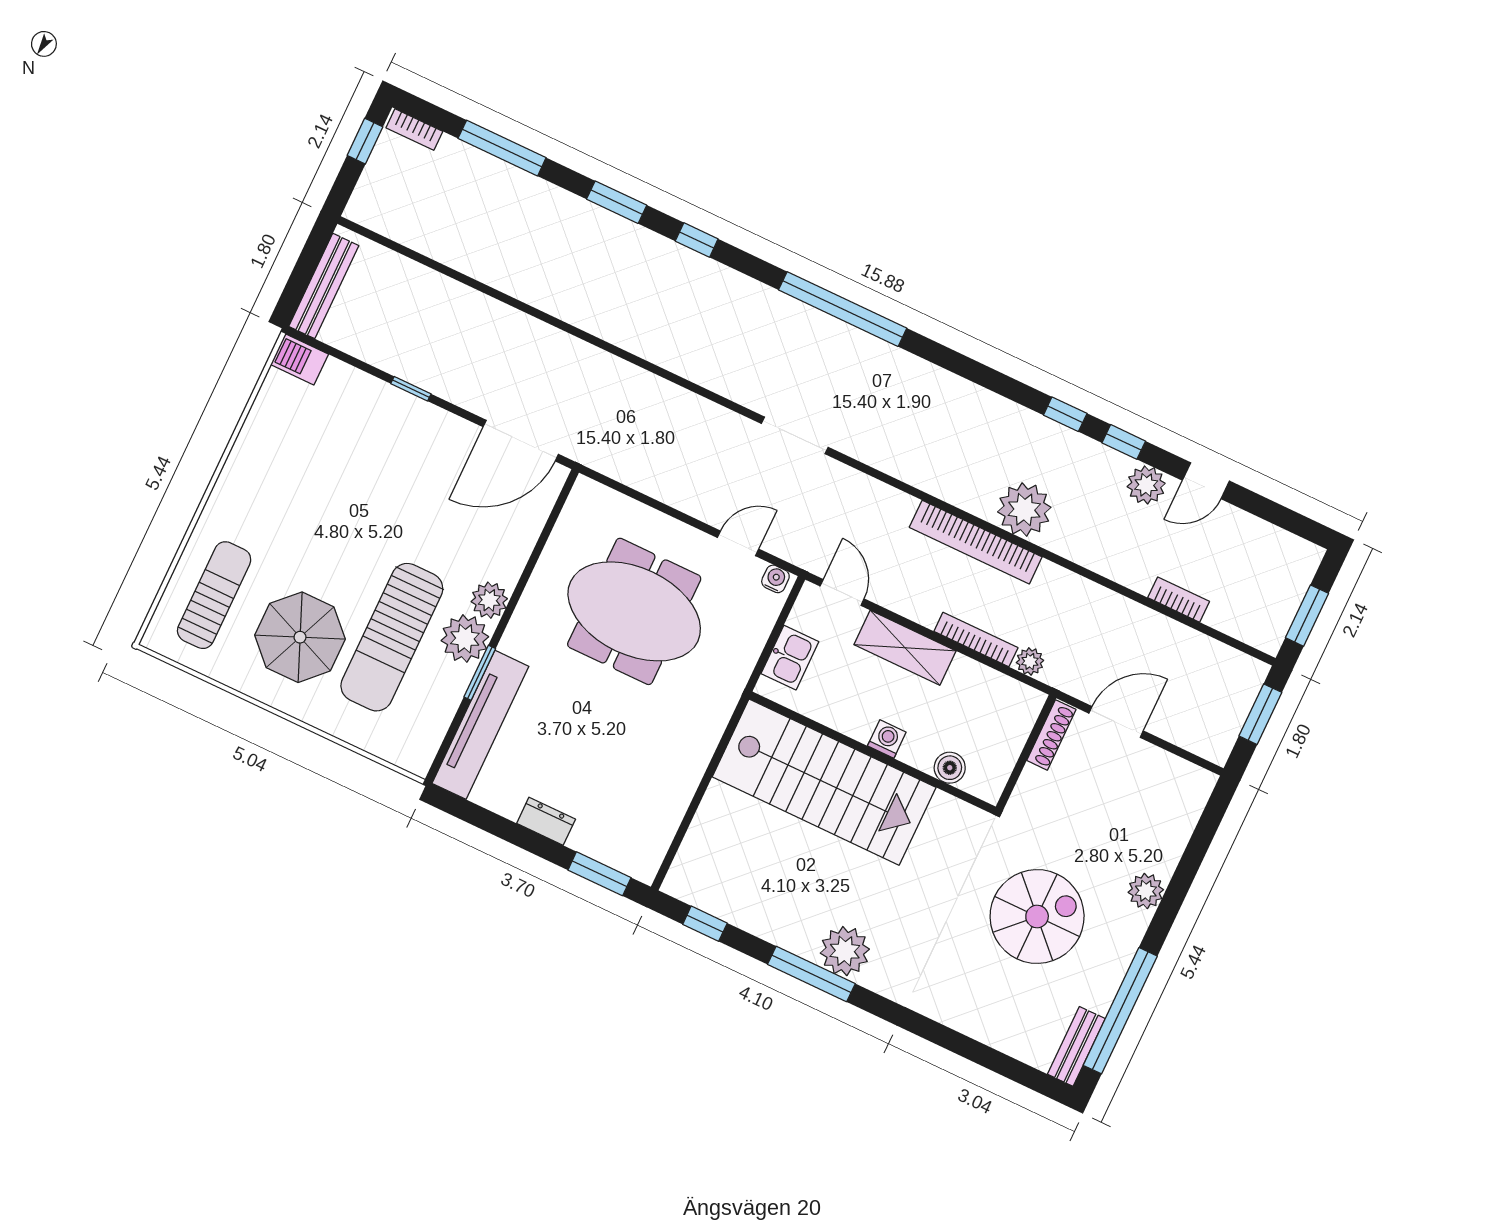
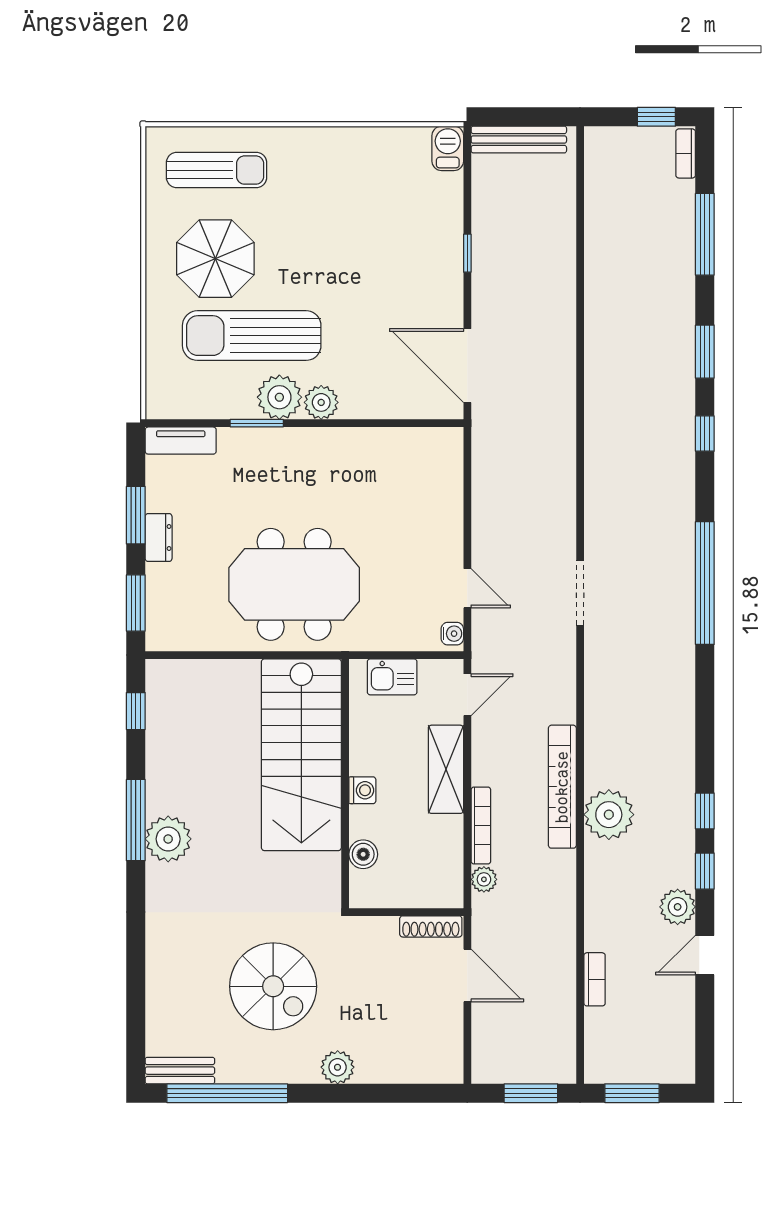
door: (1206, 481) -> (705, 955), hinge flipped
meeting table: (634, 611) -> (294, 584), moved, turned 90
tv unit: (480, 725) -> (181, 441), width x0.52, depth x0.78
window: (514, 833) -> (136, 515), added

